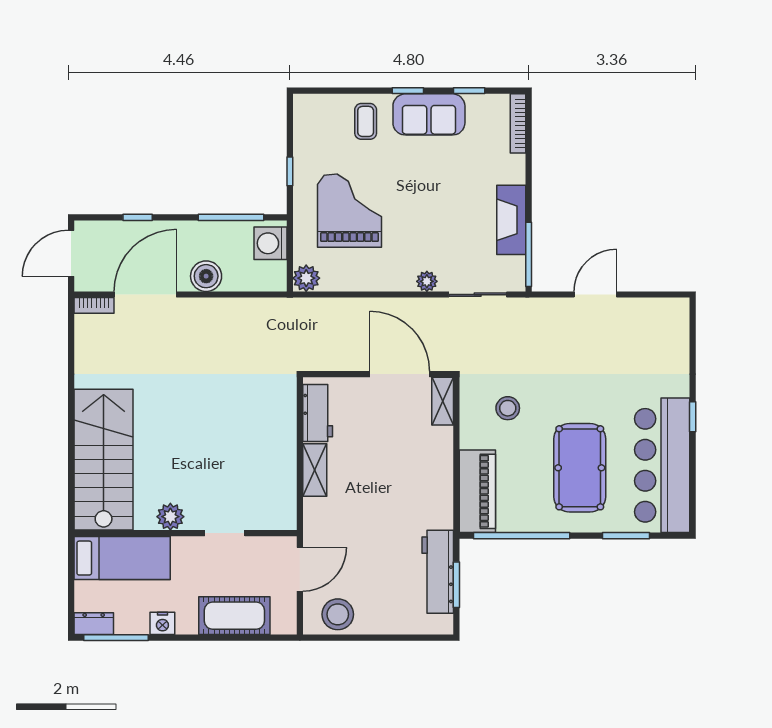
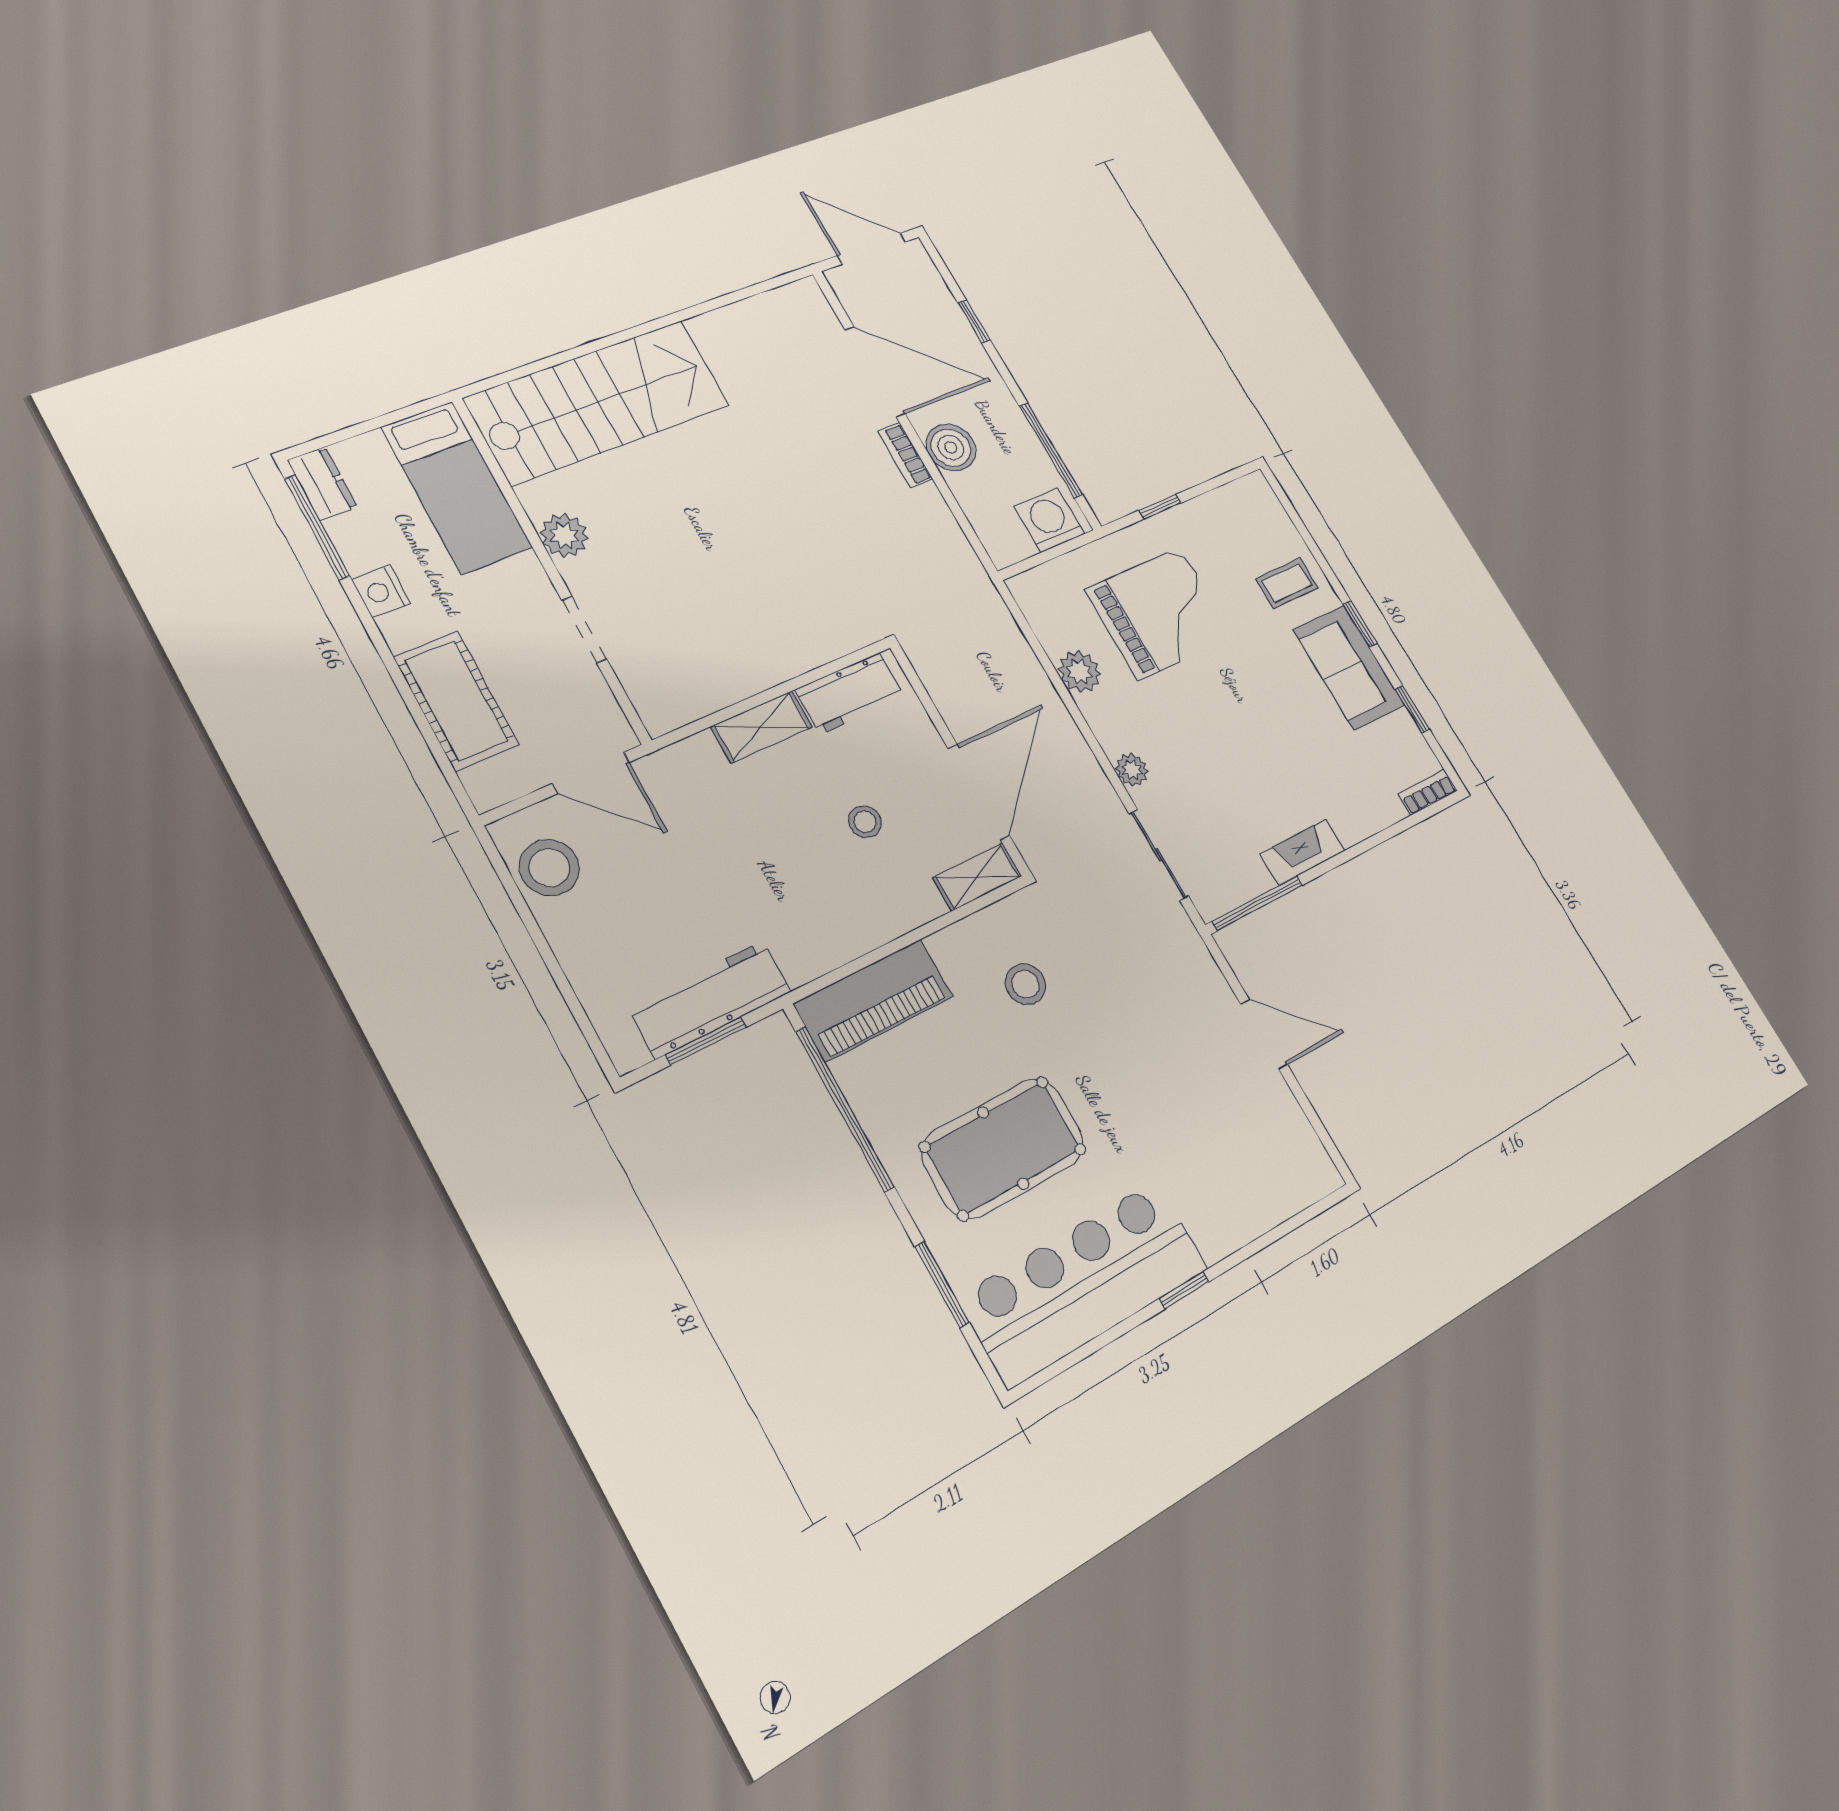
bookcase: (518, 123) -> (1428, 792), width x0.64
fireplace: (511, 220) -> (1303, 852), width x0.73, depth x0.76
plant: (306, 278) -> (1079, 672), moved
bookcase: (94, 305) -> (905, 455), moved
stool: (387, 444) -> (865, 822), added

